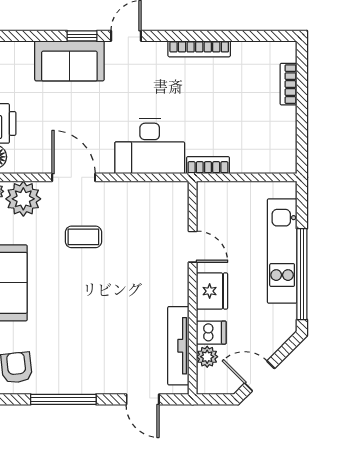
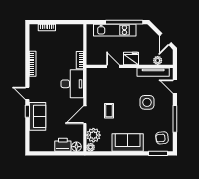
door: (193, 247) -> (113, 66), hinge flipped
side table: (104, 331) -> (147, 102), added
dishwasher: (211, 333) -> (148, 59), removed
door: (143, 399) -> (175, 87), swing flipped

